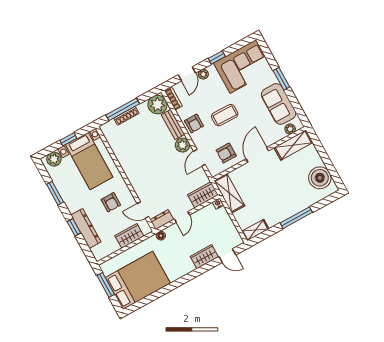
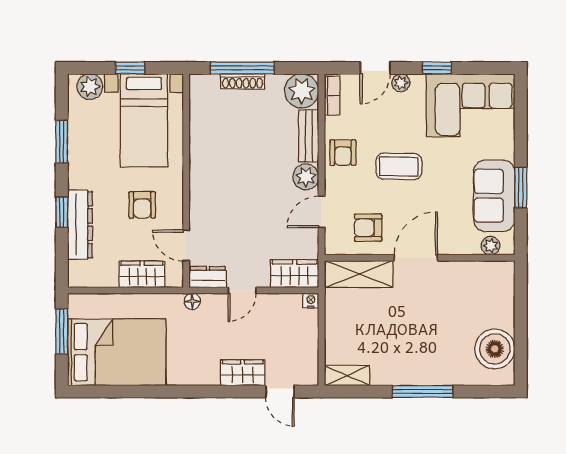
window: (281, 79) -> (521, 188), moved
shelving: (293, 145) -> (482, 274), removed
shelving: (229, 193) -> (359, 274), moved, turned 90

